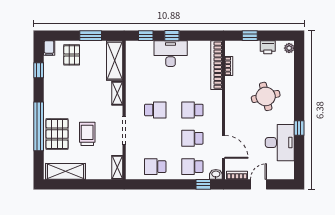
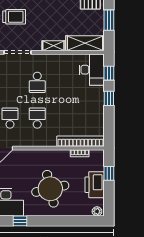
printer: (268, 47) -> (95, 185), width x1.87, depth x1.48
desk: (171, 54) -> (92, 70), moved
round table: (266, 96) -> (50, 189), width x1.36, depth x1.36

